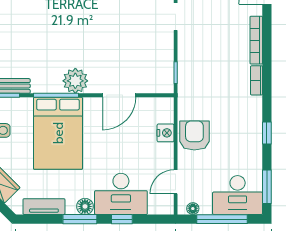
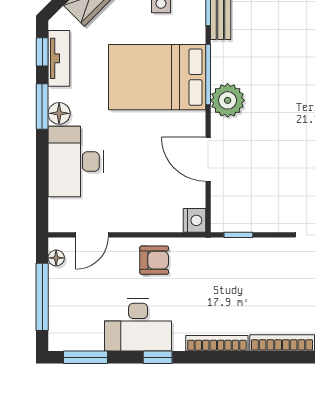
bookcase: (257, 80) -> (217, 343), width x1.56
nightstand: (166, 133) -> (195, 220), moved, turned -90
armchair: (194, 136) -> (154, 260), width x0.72, depth x0.72
door: (176, 182) -> (92, 235), swing flipped
desk: (238, 195) -> (138, 325), moved, turned -90
window: (122, 219) -> (42, 52), moved

